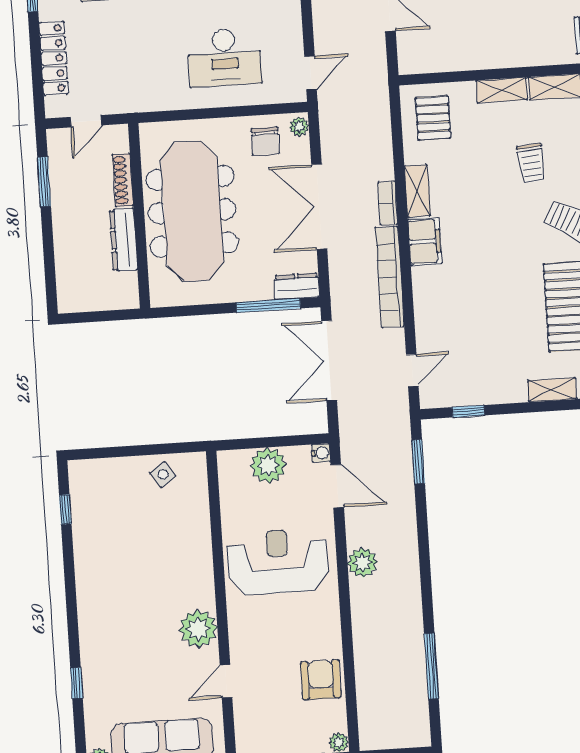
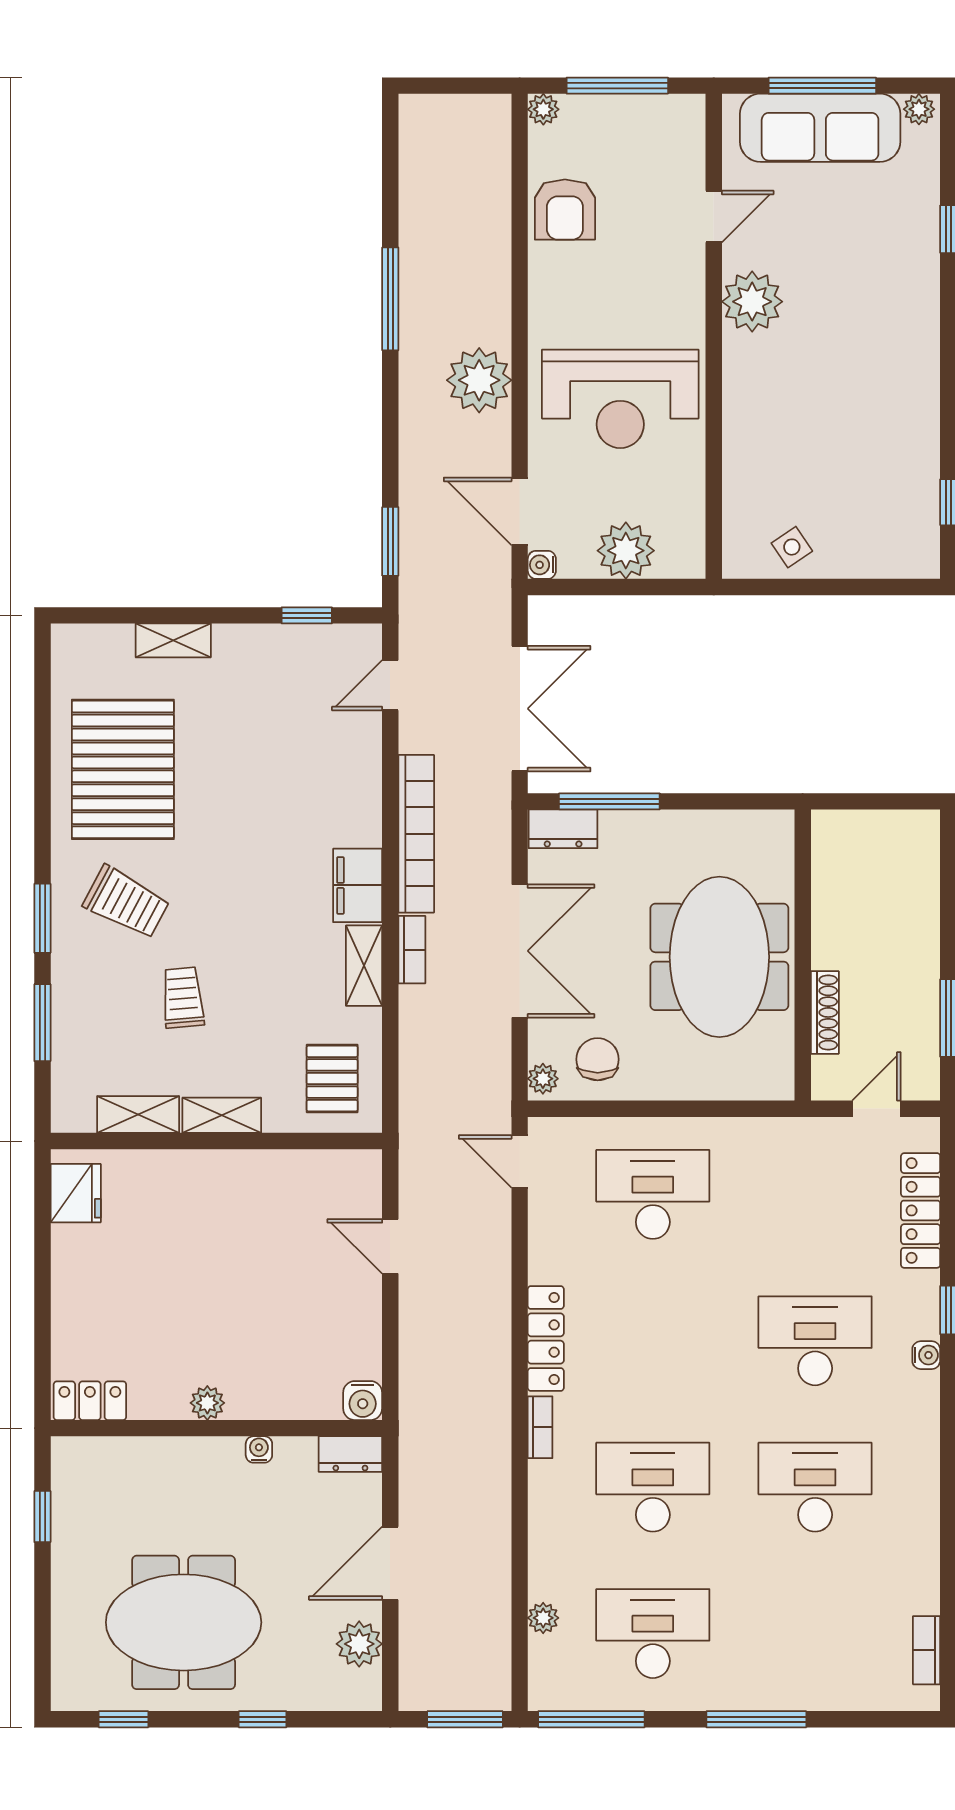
door: (311, 73) -> (520, 1162), hinge flipped
meeting table: (192, 211) -> (719, 957), width x0.73
dresser: (123, 240) -> (830, 919), removed
plant: (362, 563) -> (479, 380), width x1.36, depth x1.36
window: (431, 666) -> (390, 299), moved

